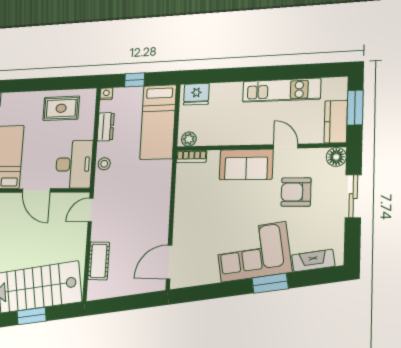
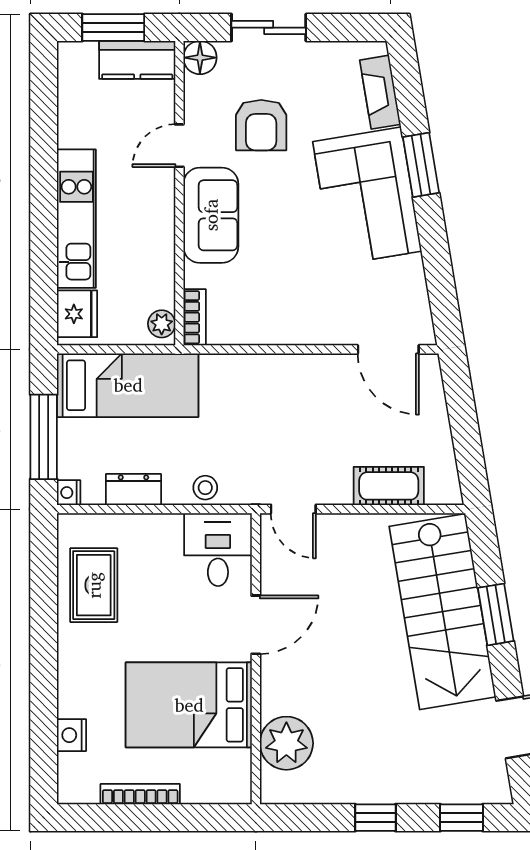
window: (135, 80) -> (44, 437), width x2.17
kitchen unit: (281, 90) -> (76, 219), moved
desk: (74, 164) -> (218, 550), width x0.73

